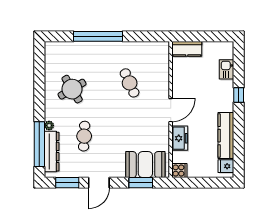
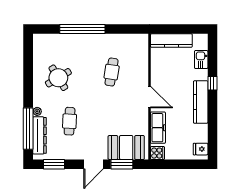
kitchen counter: (187, 49) -> (171, 41), width x1.50
cafe table: (130, 83) -> (112, 72), turned 33
door: (171, 110) -> (149, 97), hinge flipped
kitchen counter: (226, 136) -> (201, 102), moved
freezer: (180, 138) -> (158, 128), width x1.40
door: (99, 183) -> (94, 164), moved

